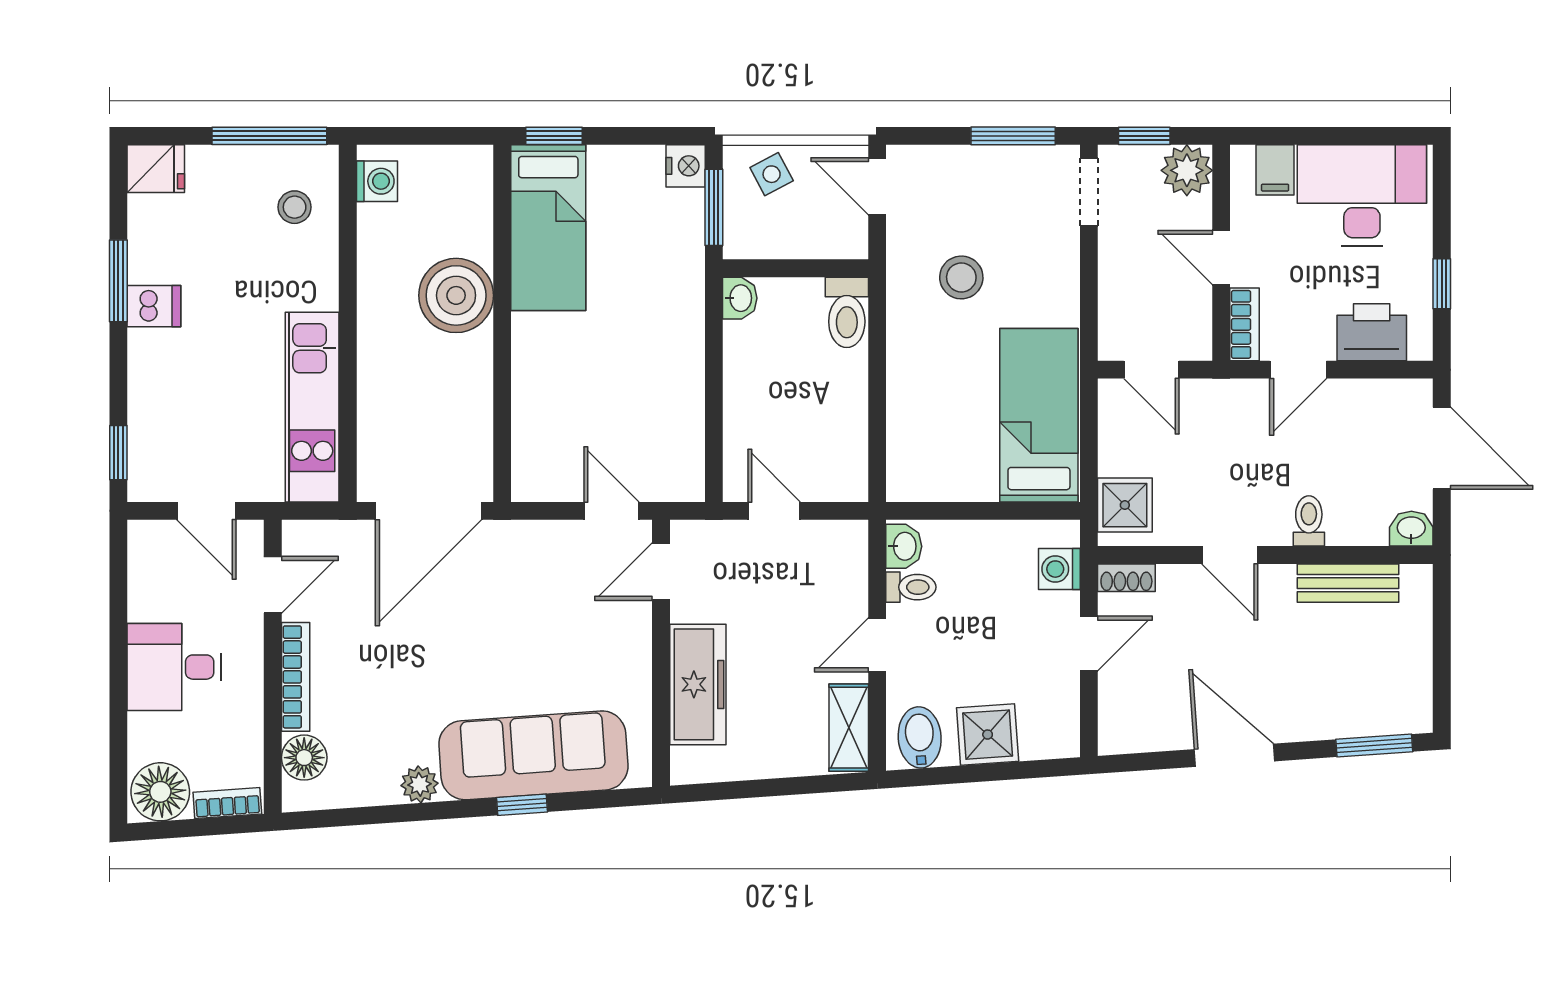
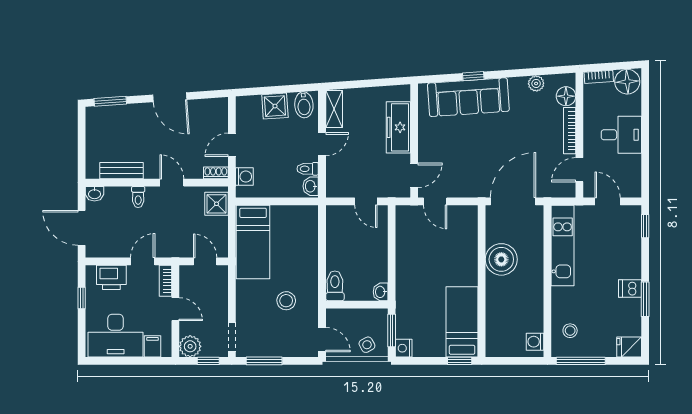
boiler: (456, 295) -> (501, 259), moved
plant: (419, 784) -> (536, 83), moved

